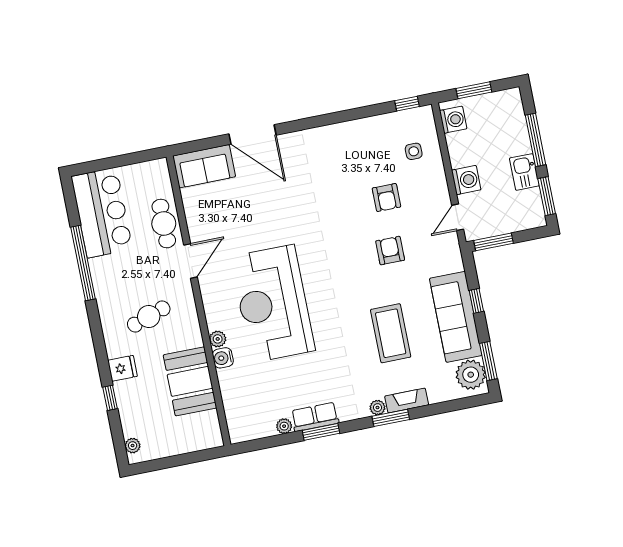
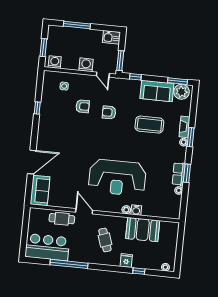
window: (407, 104) -> (37, 108), moved
kitchen sink: (524, 172) -> (111, 37), moved
window: (547, 196) -> (106, 28), removed
window: (476, 301) -> (135, 77), moved
sofa: (456, 317) -> (157, 91), width x0.73

